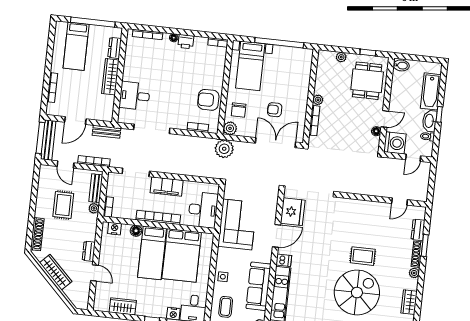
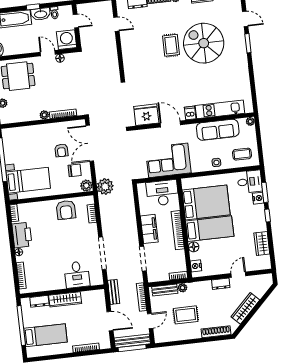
printer: (186, 42) -> (22, 235), width x1.87, depth x1.48
chair: (239, 110) -> (75, 170), moved

